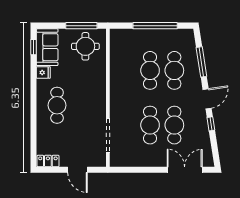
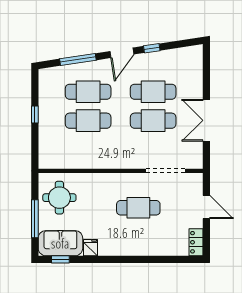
window: (81, 26) -> (35, 219), moved
window: (155, 26) -> (35, 114), width x0.32
door: (207, 99) -> (122, 53), swing flipped
cafe table: (57, 105) -> (138, 208), moved
door: (77, 170) -> (206, 207), hinge flipped
double door: (185, 170) -> (206, 120), moved

